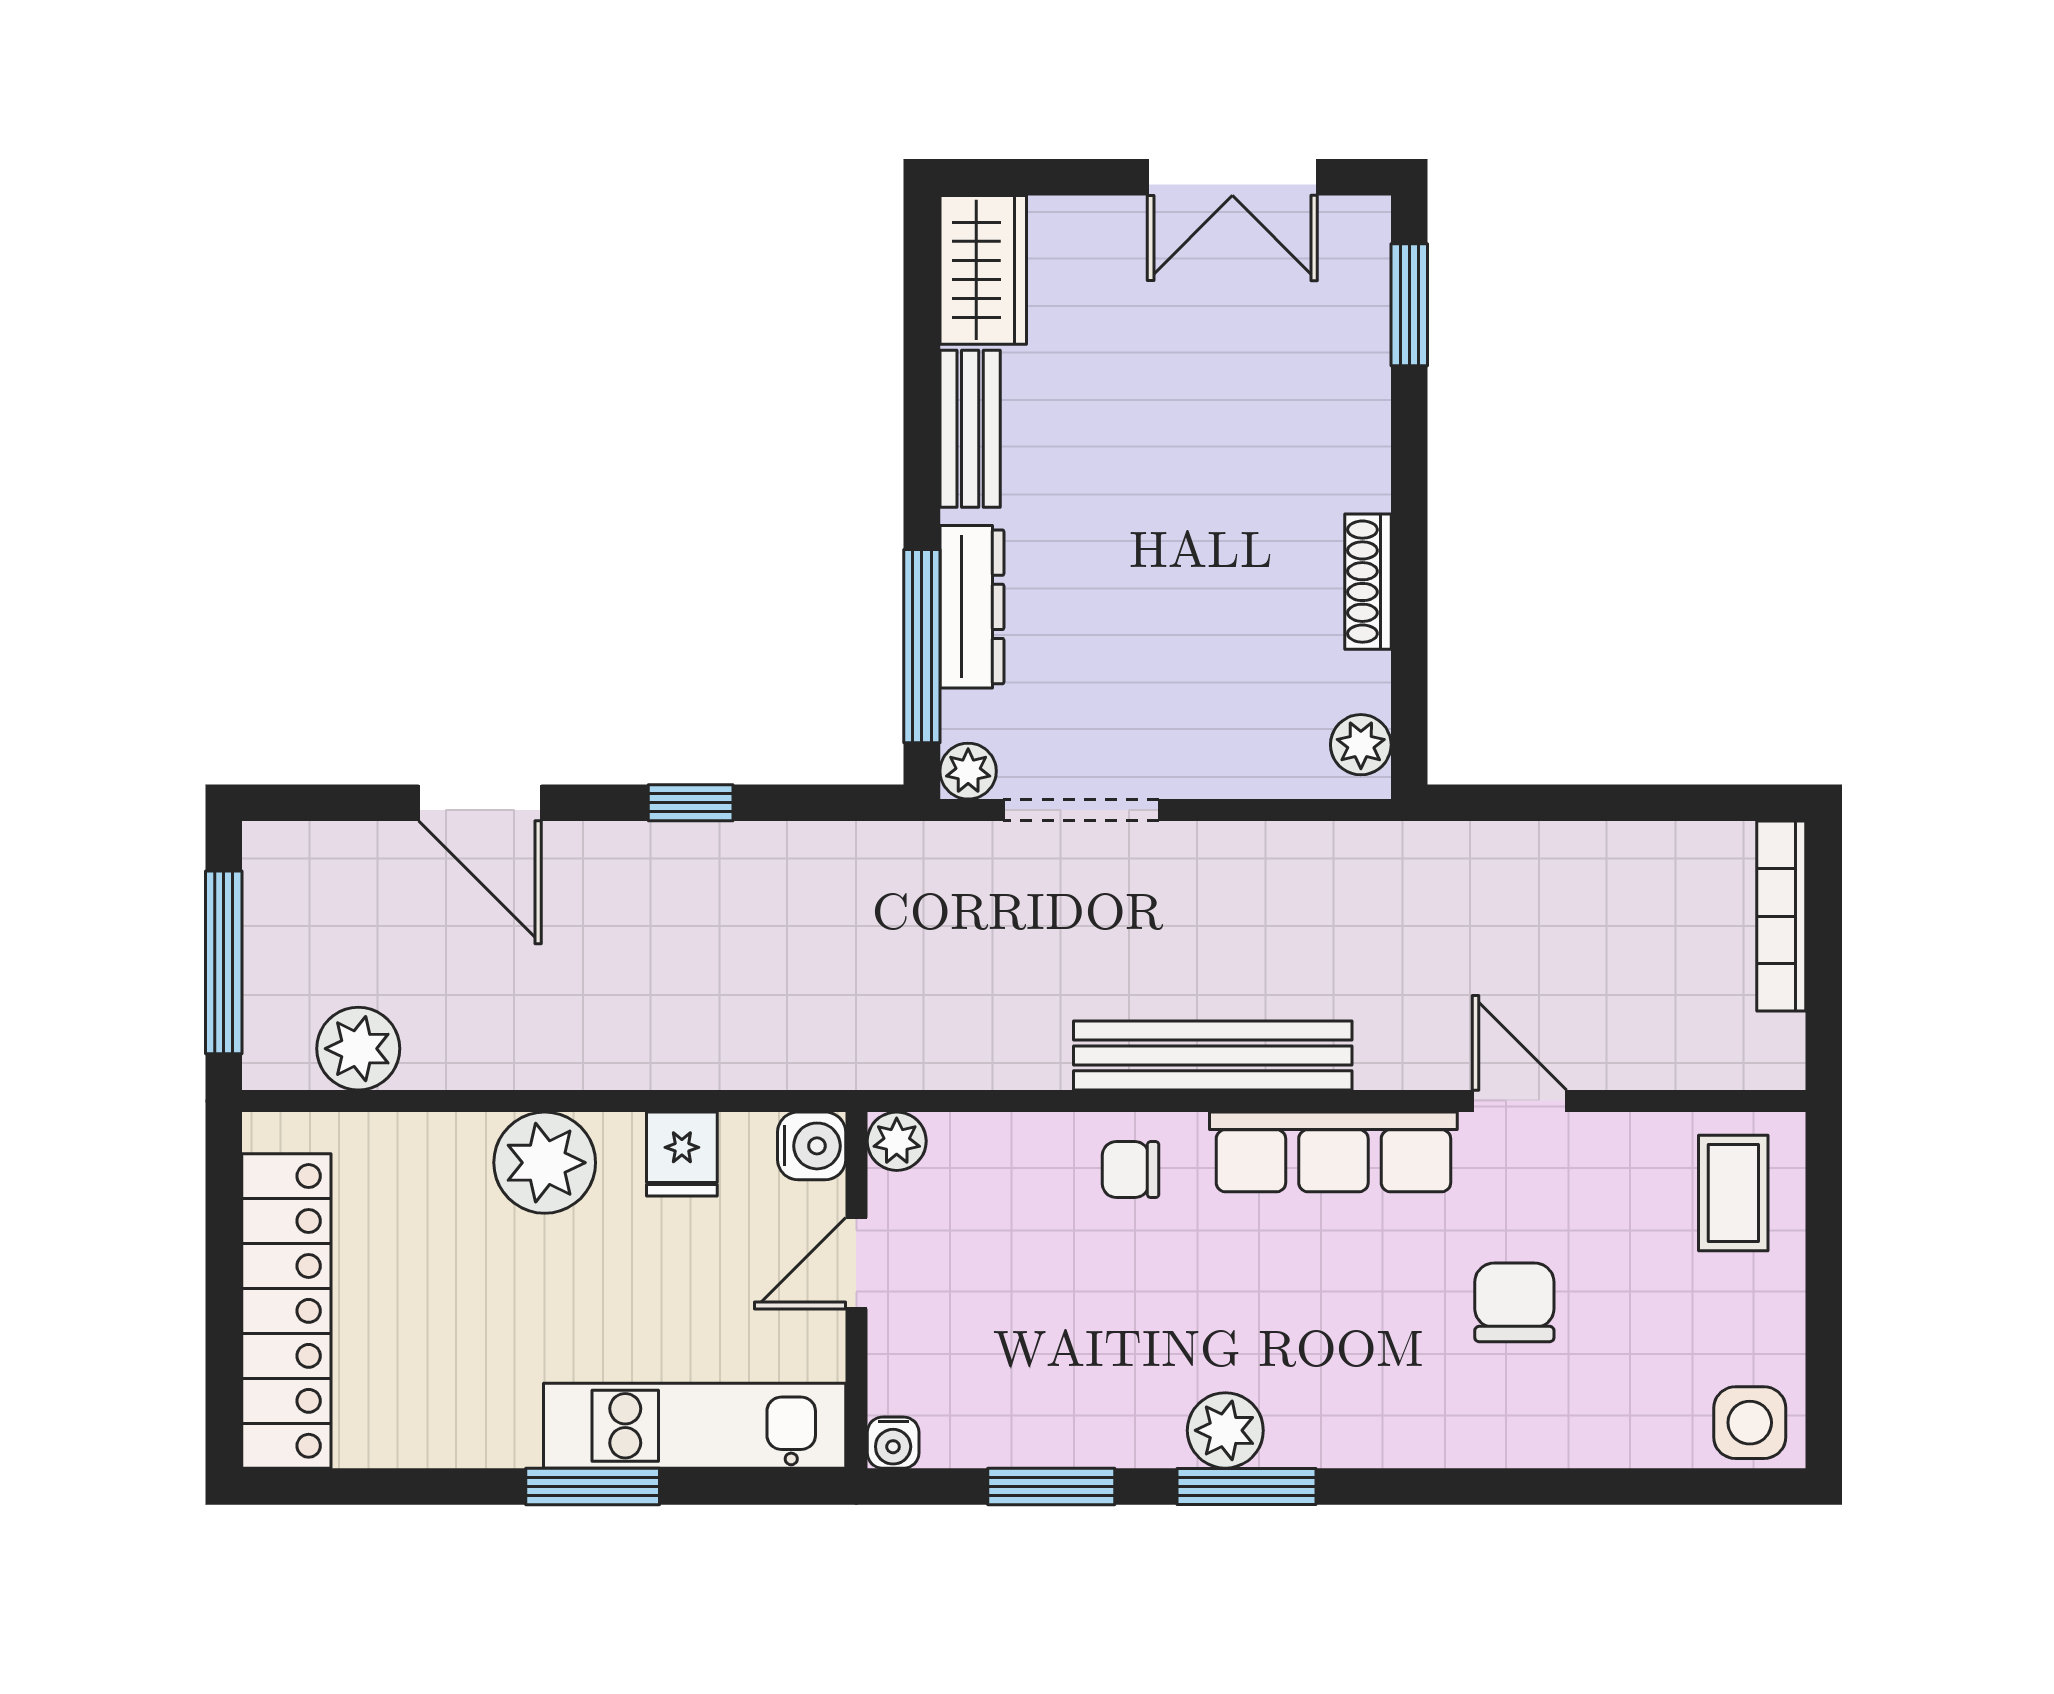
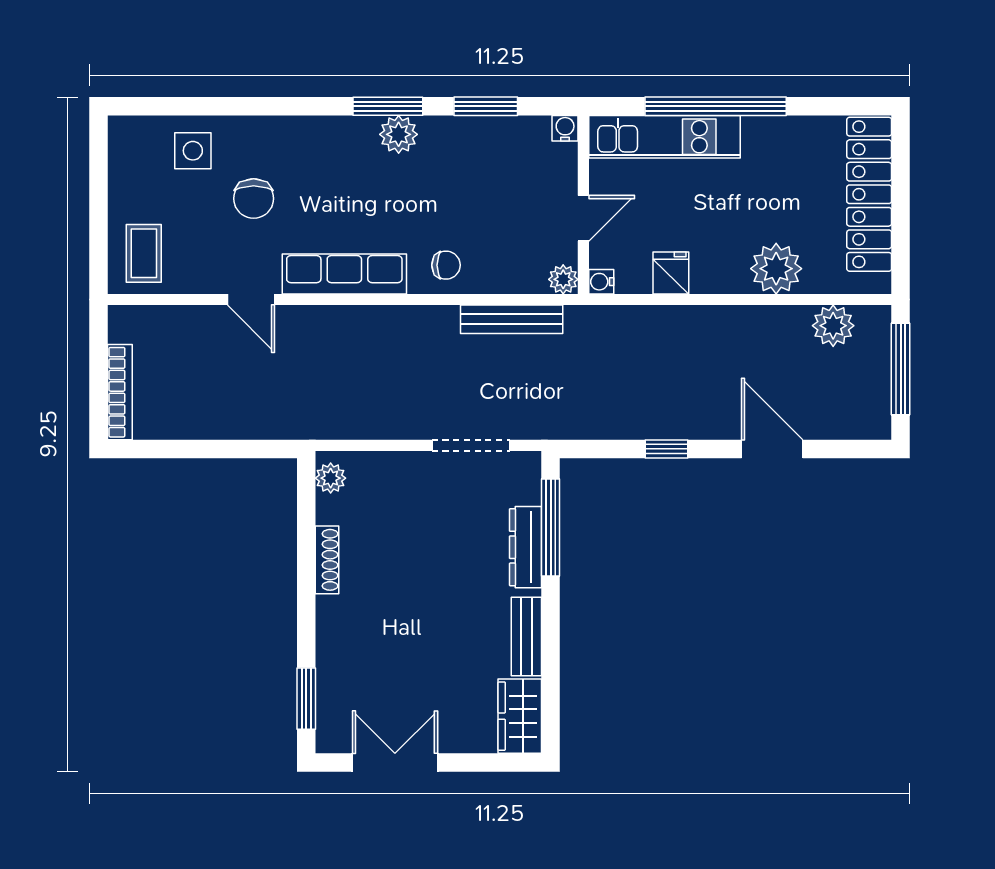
plant: (968, 771) -> (527, 465), removed
bench: (1213, 1055) -> (512, 319), moved, width x0.73, depth x0.82
water cooler: (812, 1146) -> (601, 282), width x0.72, depth x0.72
plant: (545, 1163) -> (776, 269), moved
side table: (1750, 1423) -> (193, 151), moved
window: (593, 1486) -> (716, 106), width x2.11

